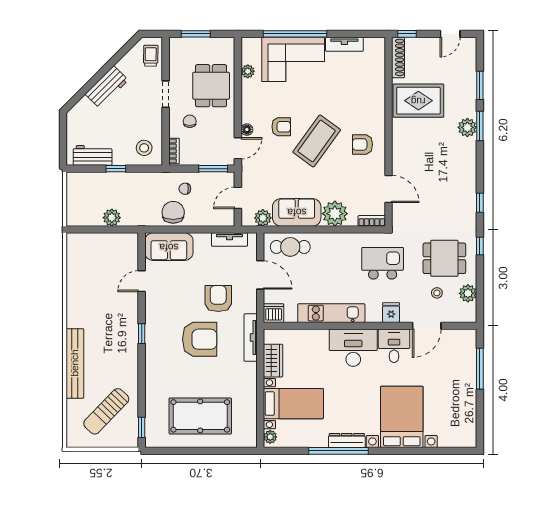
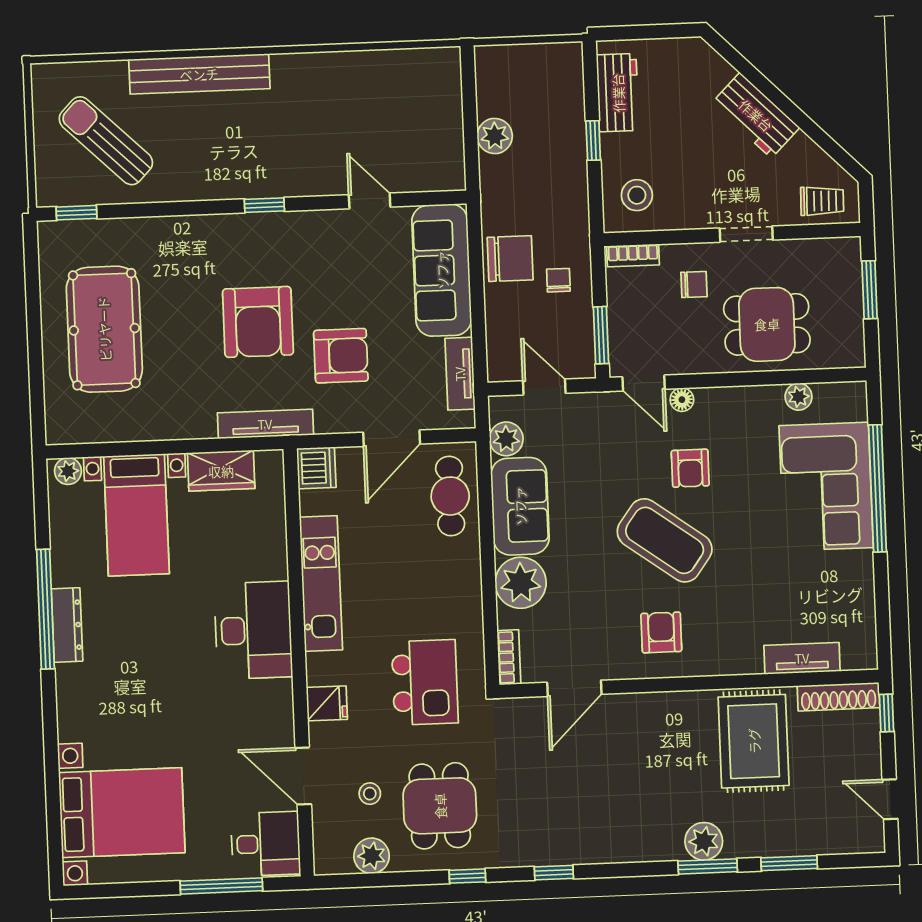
tv unit: (344, 44) -> (802, 658), moved, turned 90
sofa: (169, 247) -> (442, 270), width x1.36
desk: (394, 346) -> (266, 844), moved
bed with nightstands: (402, 417) -> (122, 813), moved

